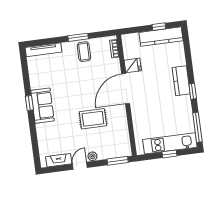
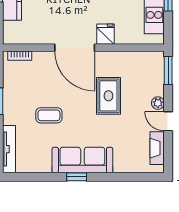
coffee table: (84, 52) -> (49, 115), moved
fridge: (133, 65) -> (106, 34), moved
sofa: (43, 106) -> (82, 160), width x1.36

